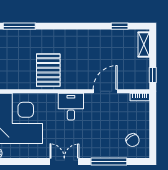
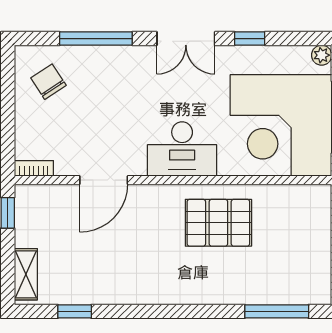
pallet: (48, 70) -> (218, 223), turned 90
desk: (71, 107) -> (182, 149), width x1.37
window: (33, 161) -> (250, 39), added

